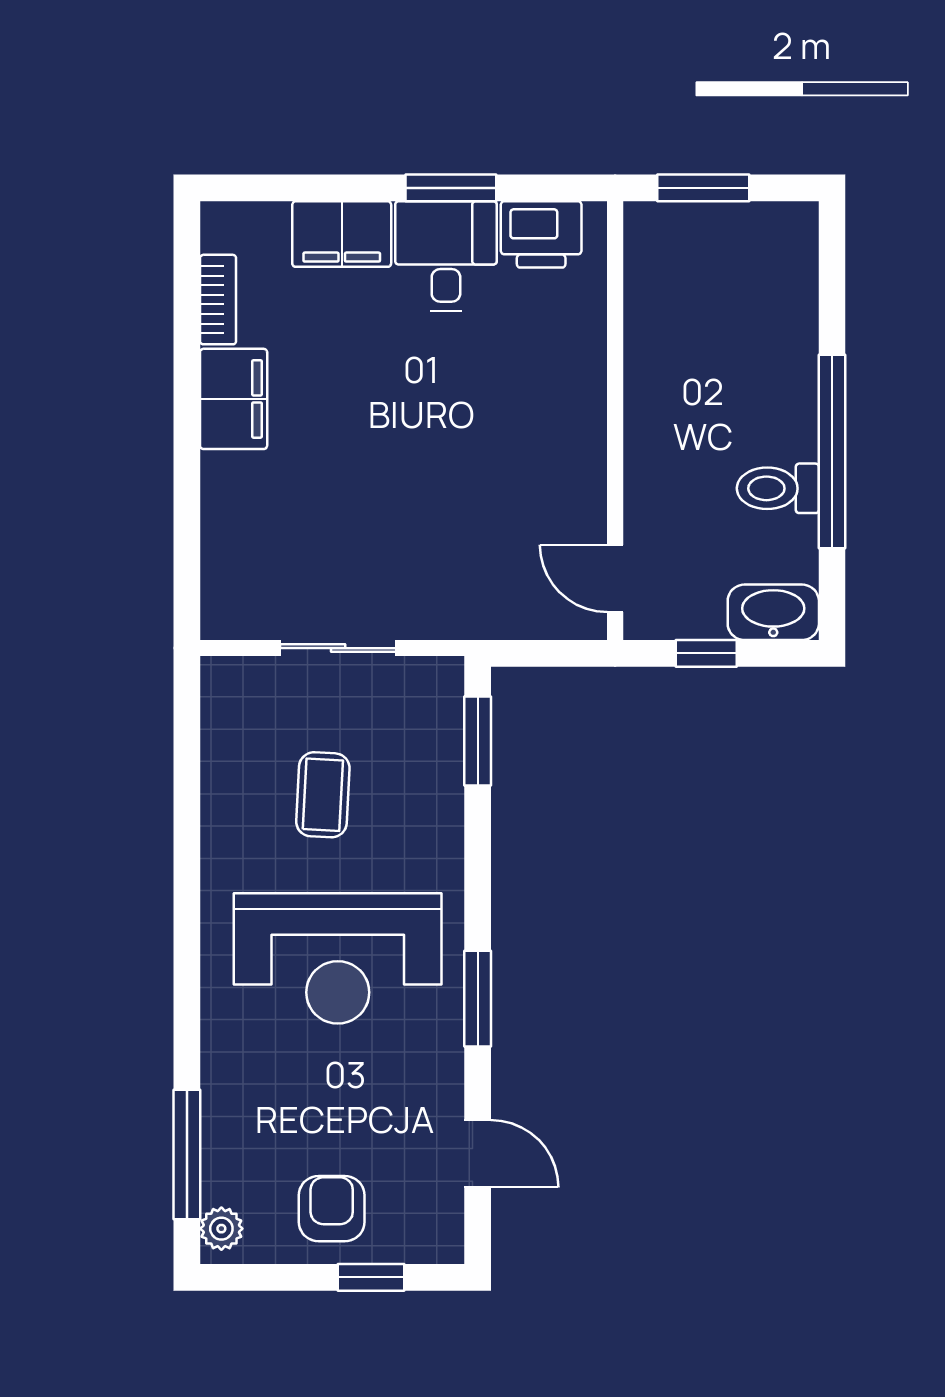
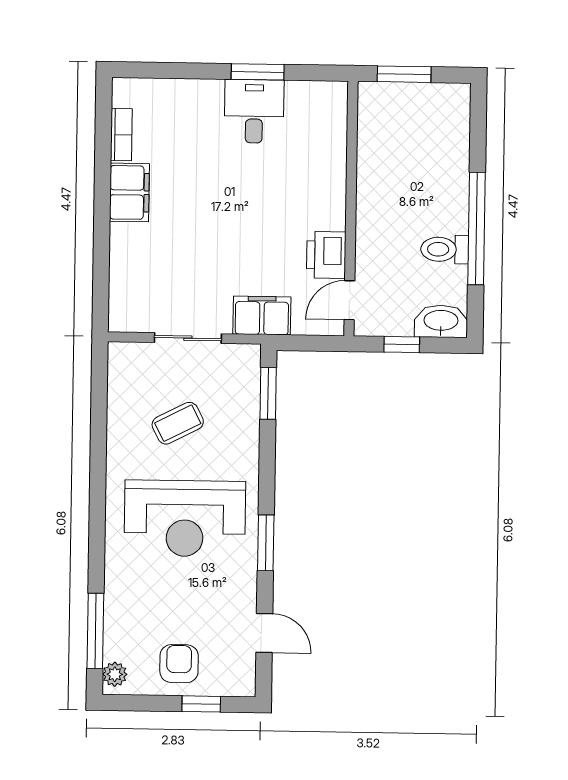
filing cabinet: (342, 234) -> (262, 316), moved, turned 180
printer: (541, 234) -> (326, 255), moved, turned 90
door: (615, 578) -> (349, 300), hinge flipped
coffee table: (323, 795) -> (178, 423), turned 60

